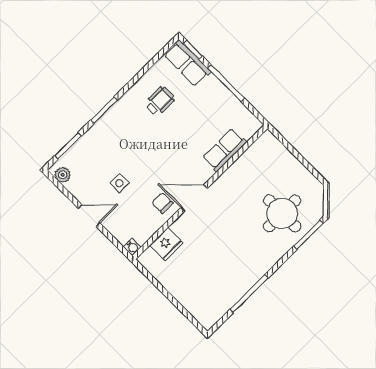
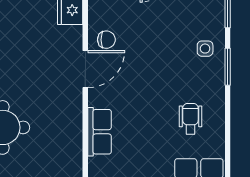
wheelchair: (160, 101) -> (190, 119), turned 180
side table: (119, 183) -> (205, 49), moved

